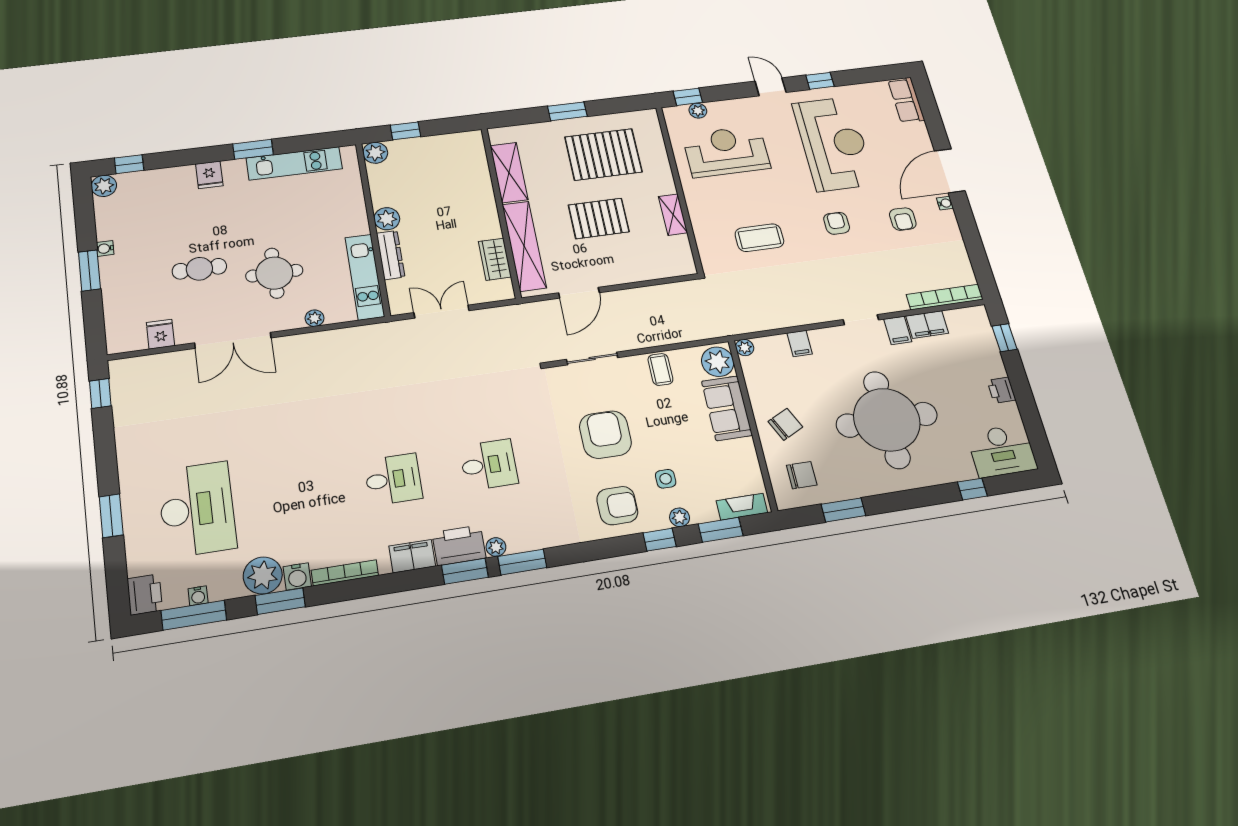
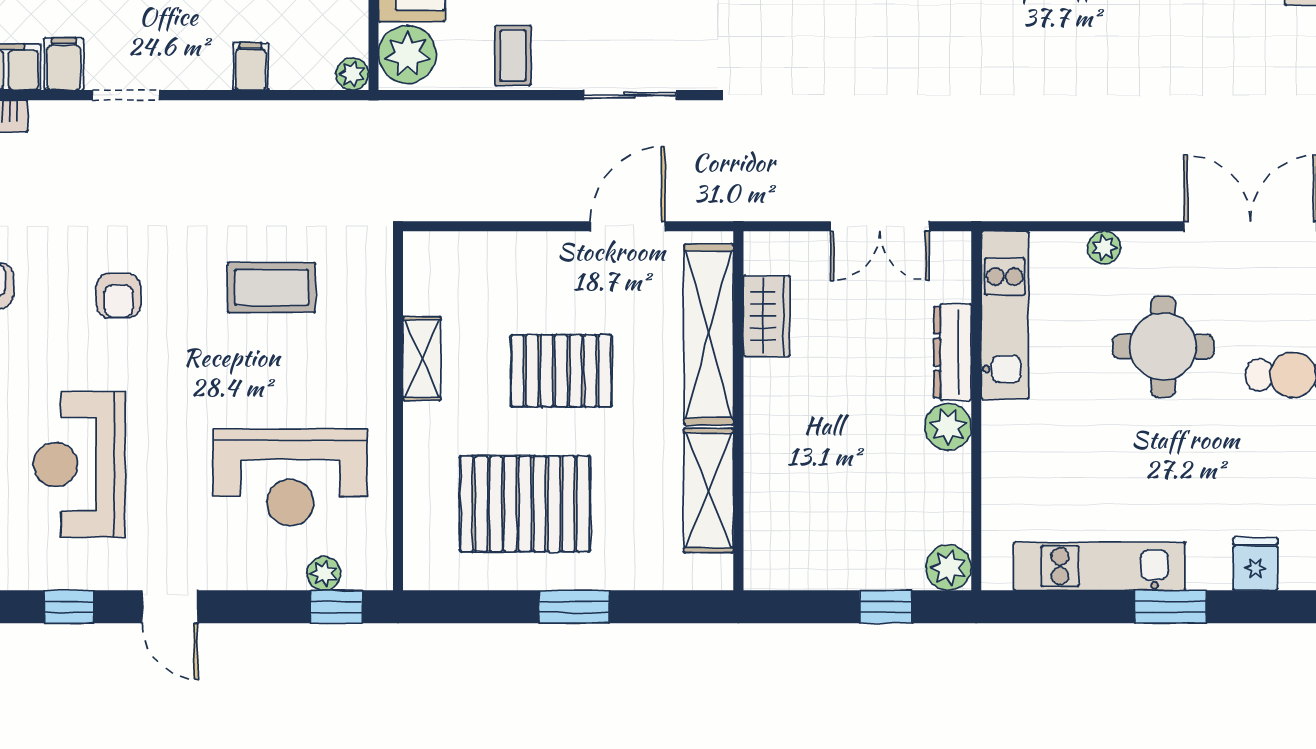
reception desk: (834, 144) -> (79, 464), width x0.74, depth x0.77

